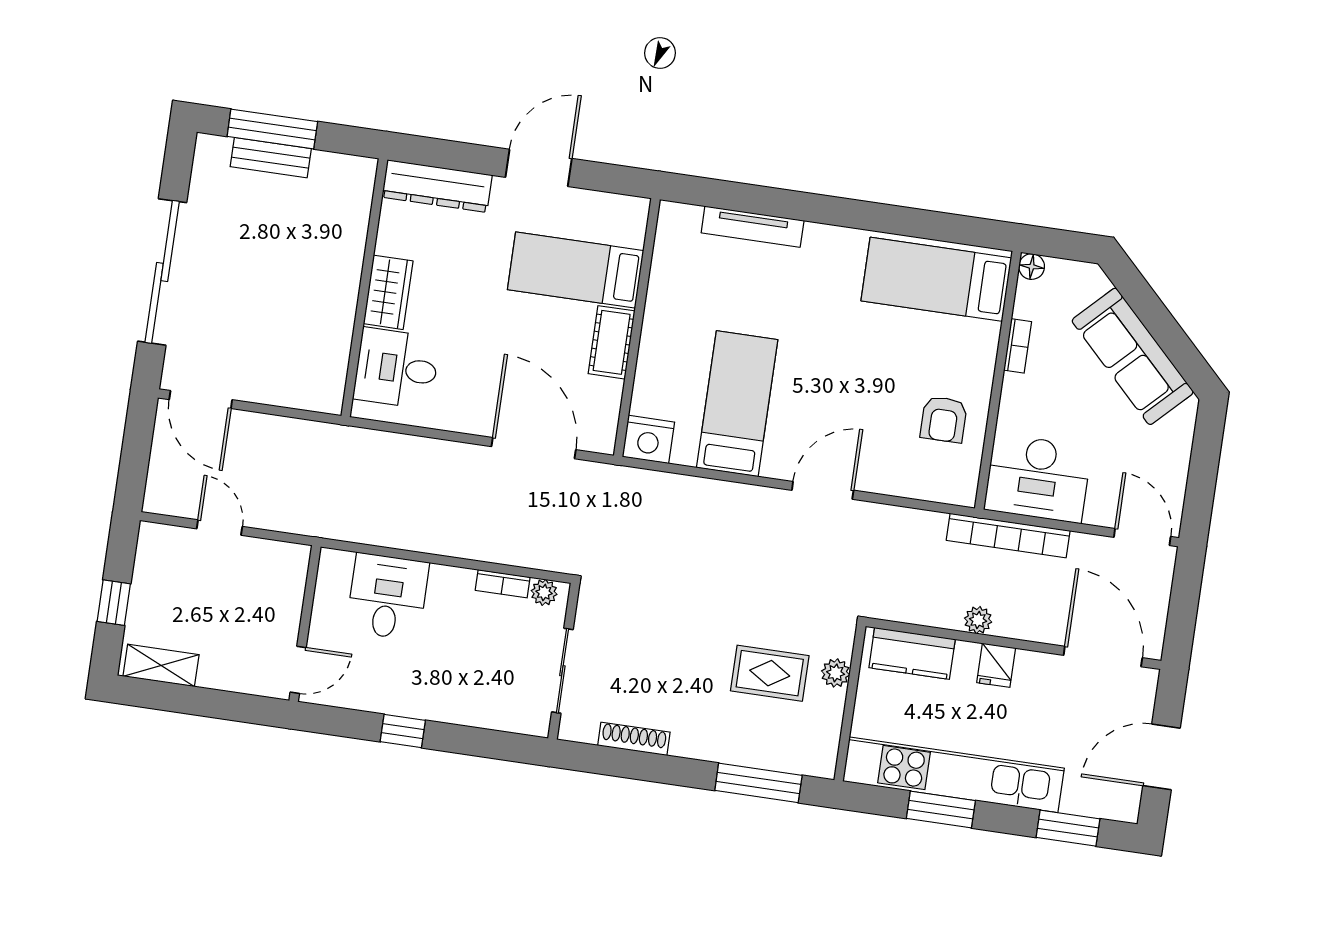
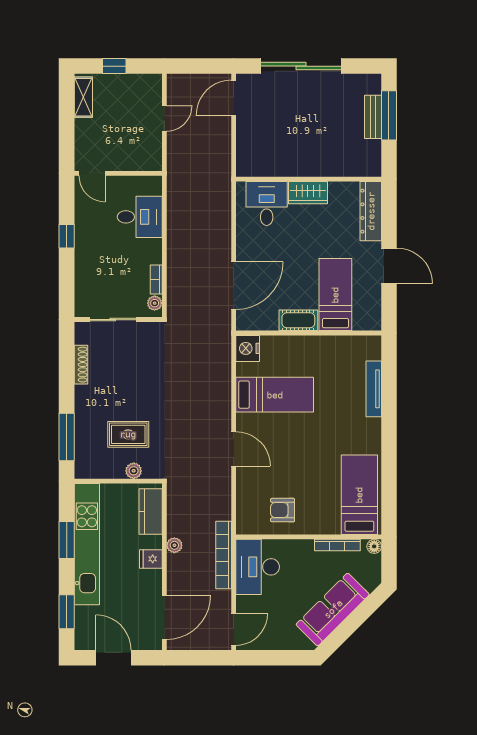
bookcase: (1018, 346) -> (337, 545), width x1.56
rug: (770, 673) -> (128, 434), turned 90

